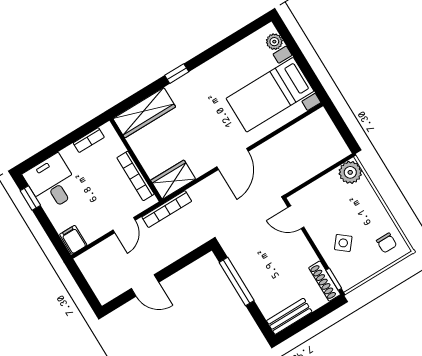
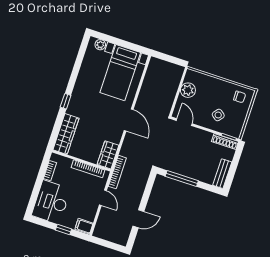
plant: (350, 172) -> (188, 90), moved
desk: (52, 183) -> (51, 202), width x1.37
window: (30, 198) -> (63, 230), moved
door: (296, 217) -> (184, 122), swing flipped

